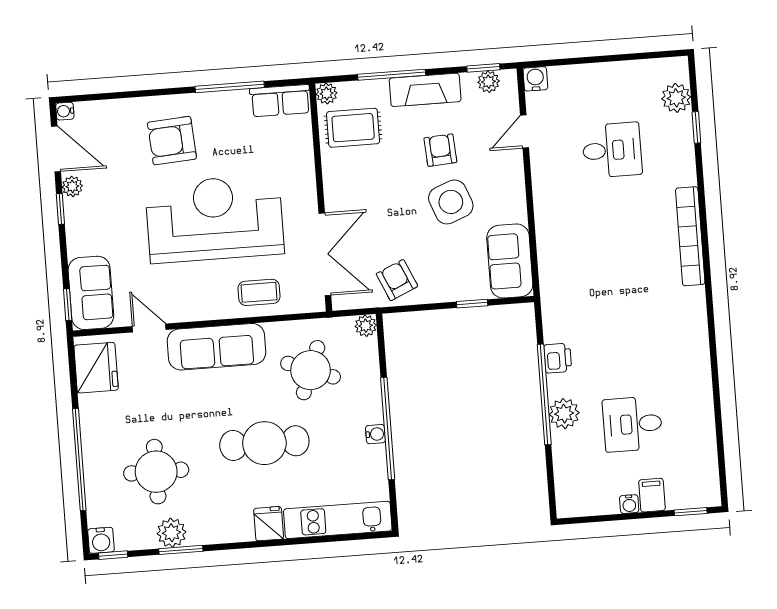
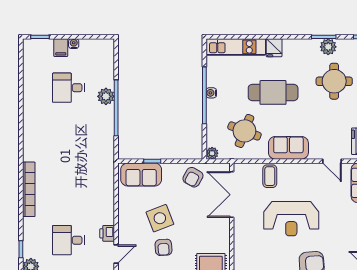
reception desk: (215, 219) -> (291, 219), width x0.74, depth x0.77
sofa: (510, 261) -> (141, 175), moved, turned 90
armchair: (397, 280) -> (193, 177), turned 53
coffee table: (259, 292) -> (270, 176), turned 90
sofa: (217, 347) -> (288, 148), width x0.73
printer: (558, 358) -> (107, 233), moved
desk: (633, 424) -> (69, 88), turned 180

